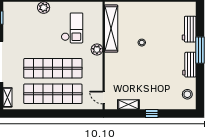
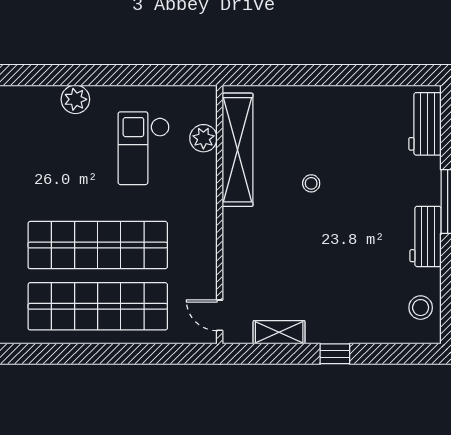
checkout: (72, 28) -> (144, 148), turned 180
workbench: (189, 29) -> (425, 124), moved
plant: (97, 50) -> (203, 138), moved

